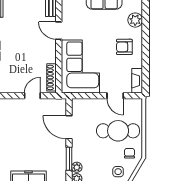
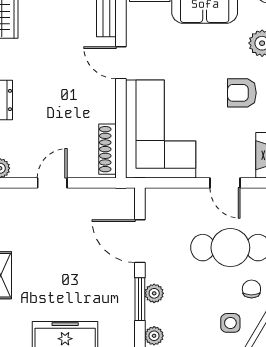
door: (32, 96) -> (52, 183), moved
plant: (77, 167) -> (154, 293), moved

